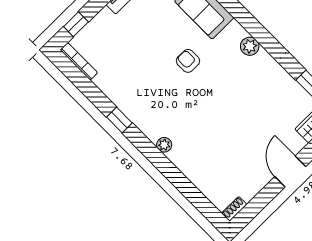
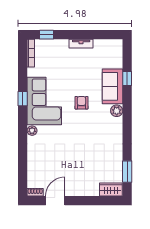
plant: (250, 46) -> (117, 111), moved
corner sofa: (145, 99) -> (44, 101), added
door: (290, 172) -> (55, 201), moved

